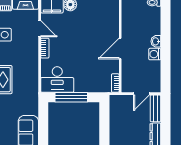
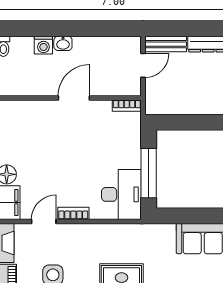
door: (120, 48) -> (74, 98), swing flipped
washing machine: (155, 54) -> (43, 45), moved
door: (141, 94) -> (143, 65), hinge flipped

